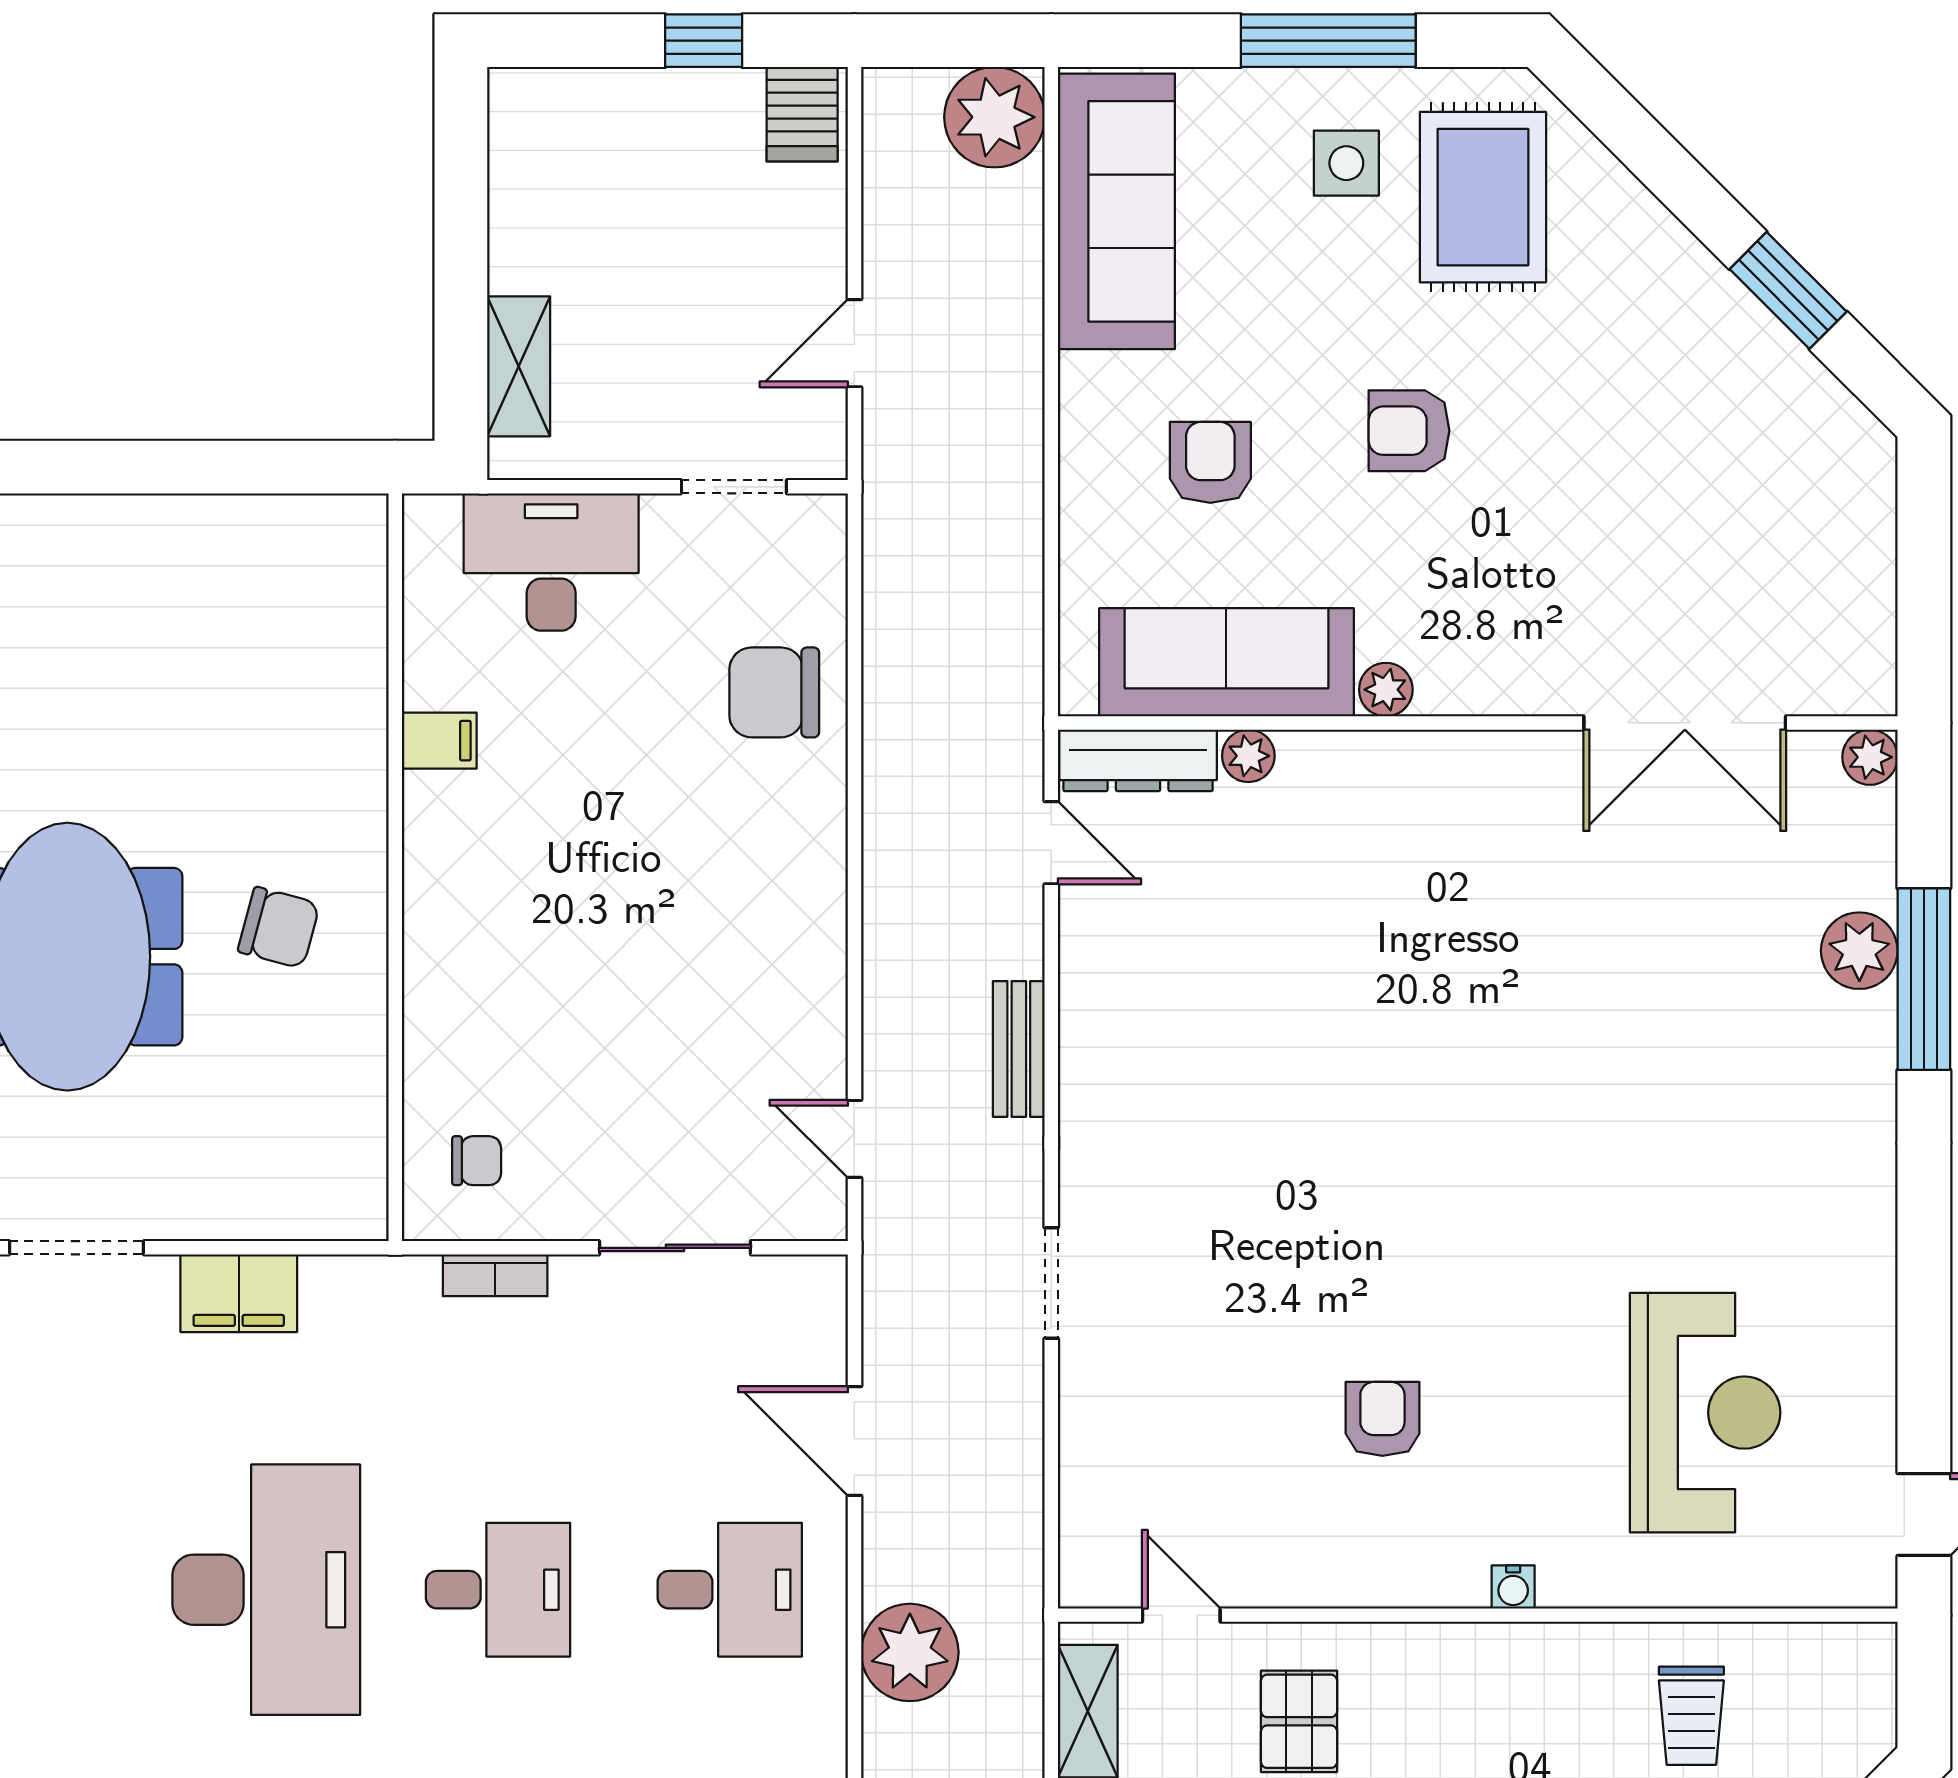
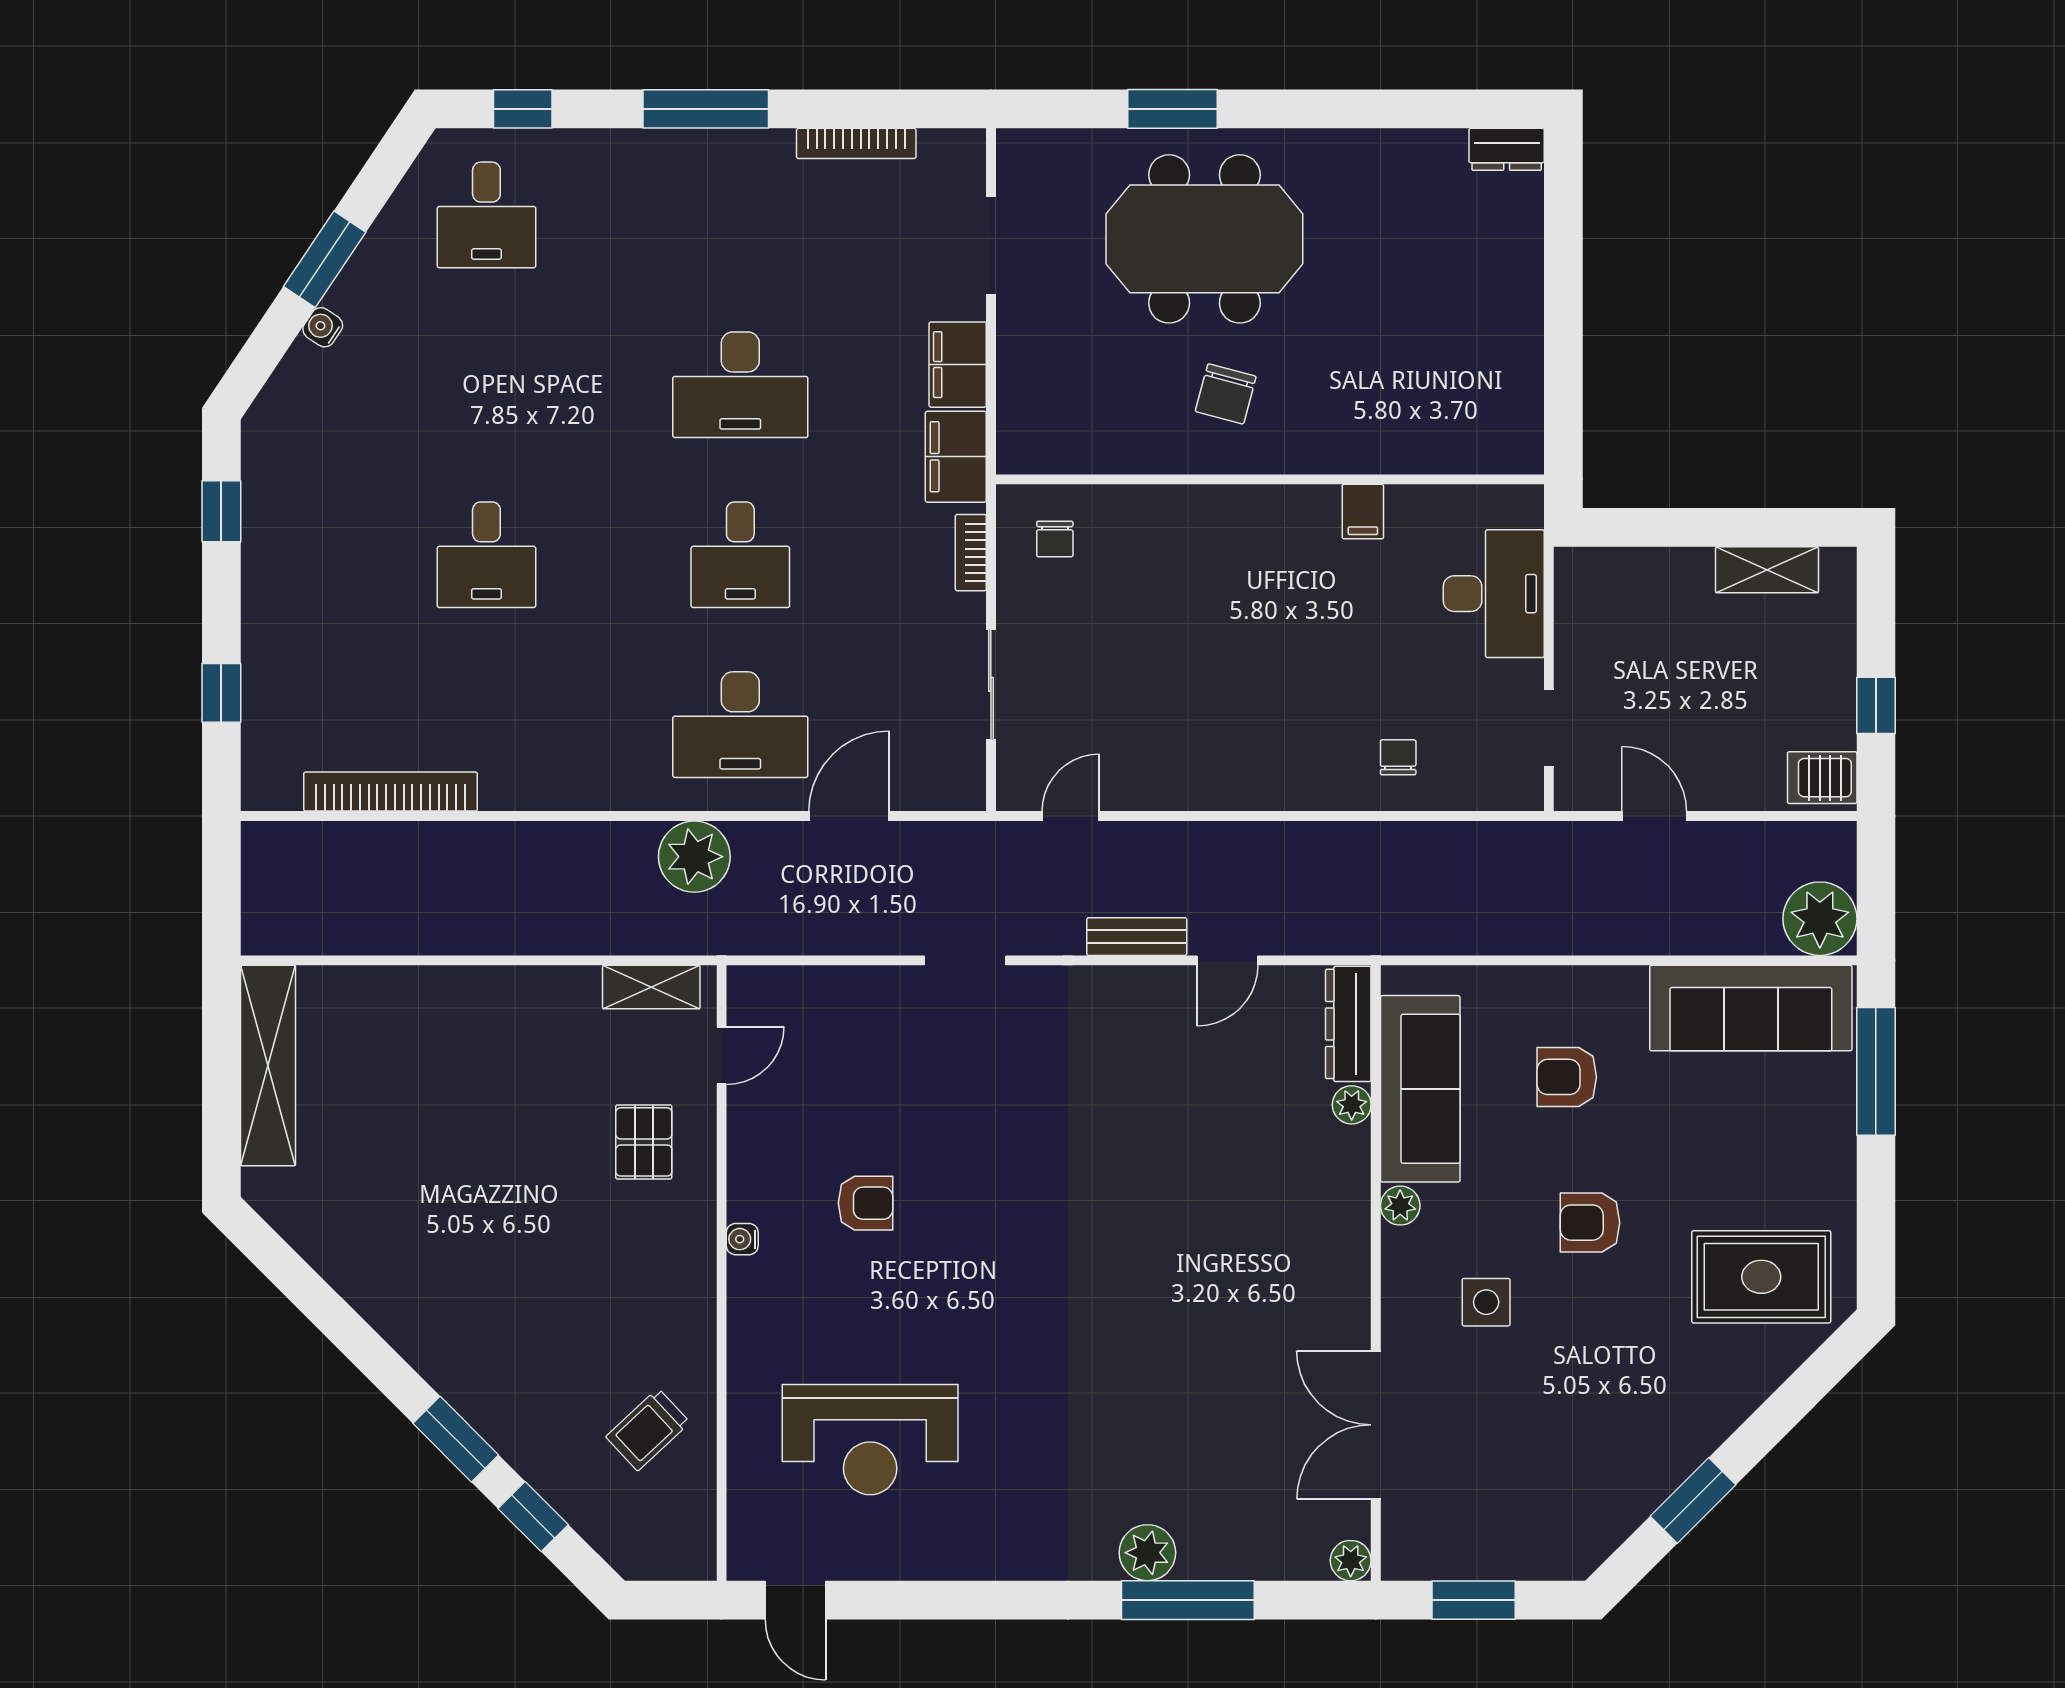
window: (1328, 41) -> (1876, 1071), moved
side table: (1346, 163) -> (1486, 1302), moved
shelving: (519, 366) -> (1767, 570), moved
armchair: (1409, 431) -> (1590, 1223), turned -90
armchair: (1210, 462) -> (1567, 1077), turned 180
window: (1924, 589) -> (1474, 1600), added
chair: (774, 692) -> (1398, 757), width x0.54, depth x0.54
door: (1051, 843) -> (1227, 960), moved
plant: (1859, 951) -> (1147, 1553), moved
filing cabinet: (364, 1296) -> (956, 457), added
water cooler: (1513, 1587) -> (742, 1239), moved
desk: (266, 1590) -> (740, 385), width x0.73, depth x0.77
desk: (730, 1590) -> (740, 725), width x1.37
trolley: (1691, 1716) -> (648, 1430), turned -43
pallet: (1299, 1721) -> (644, 1142), turned 90

